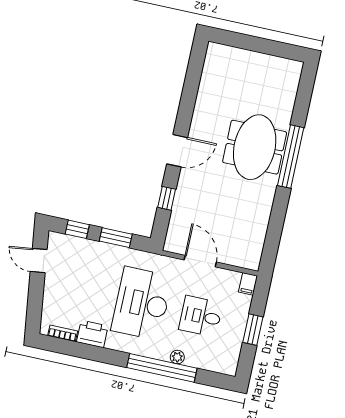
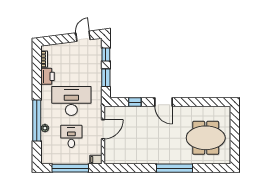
meeting table: (255, 147) -> (206, 138), moved
window: (253, 330) -> (70, 168), width x2.11

